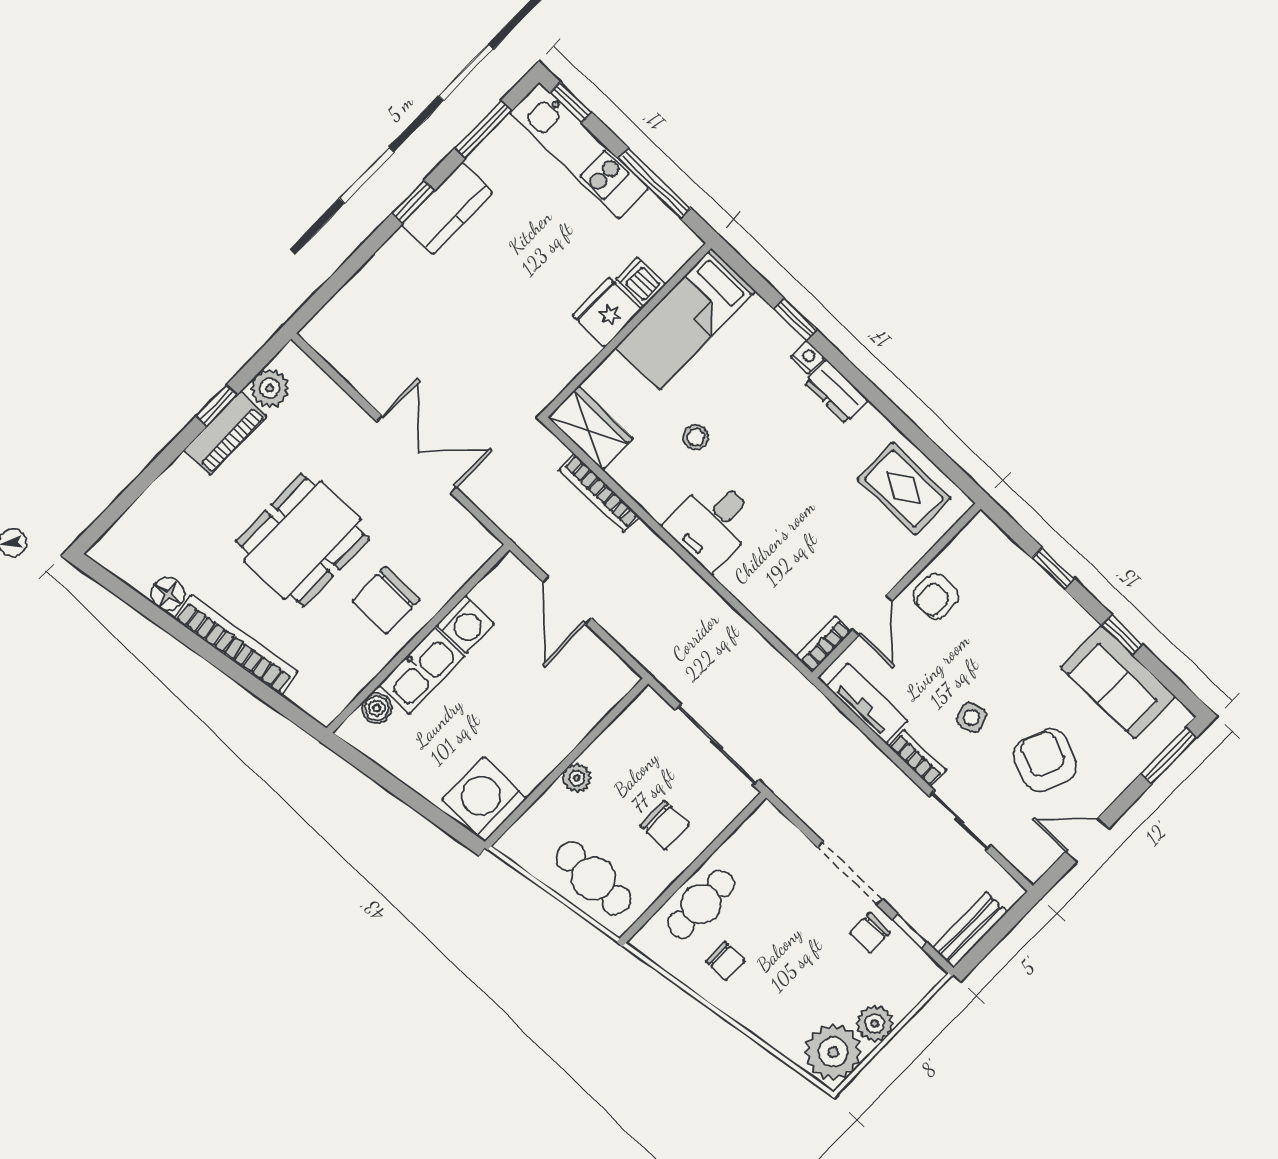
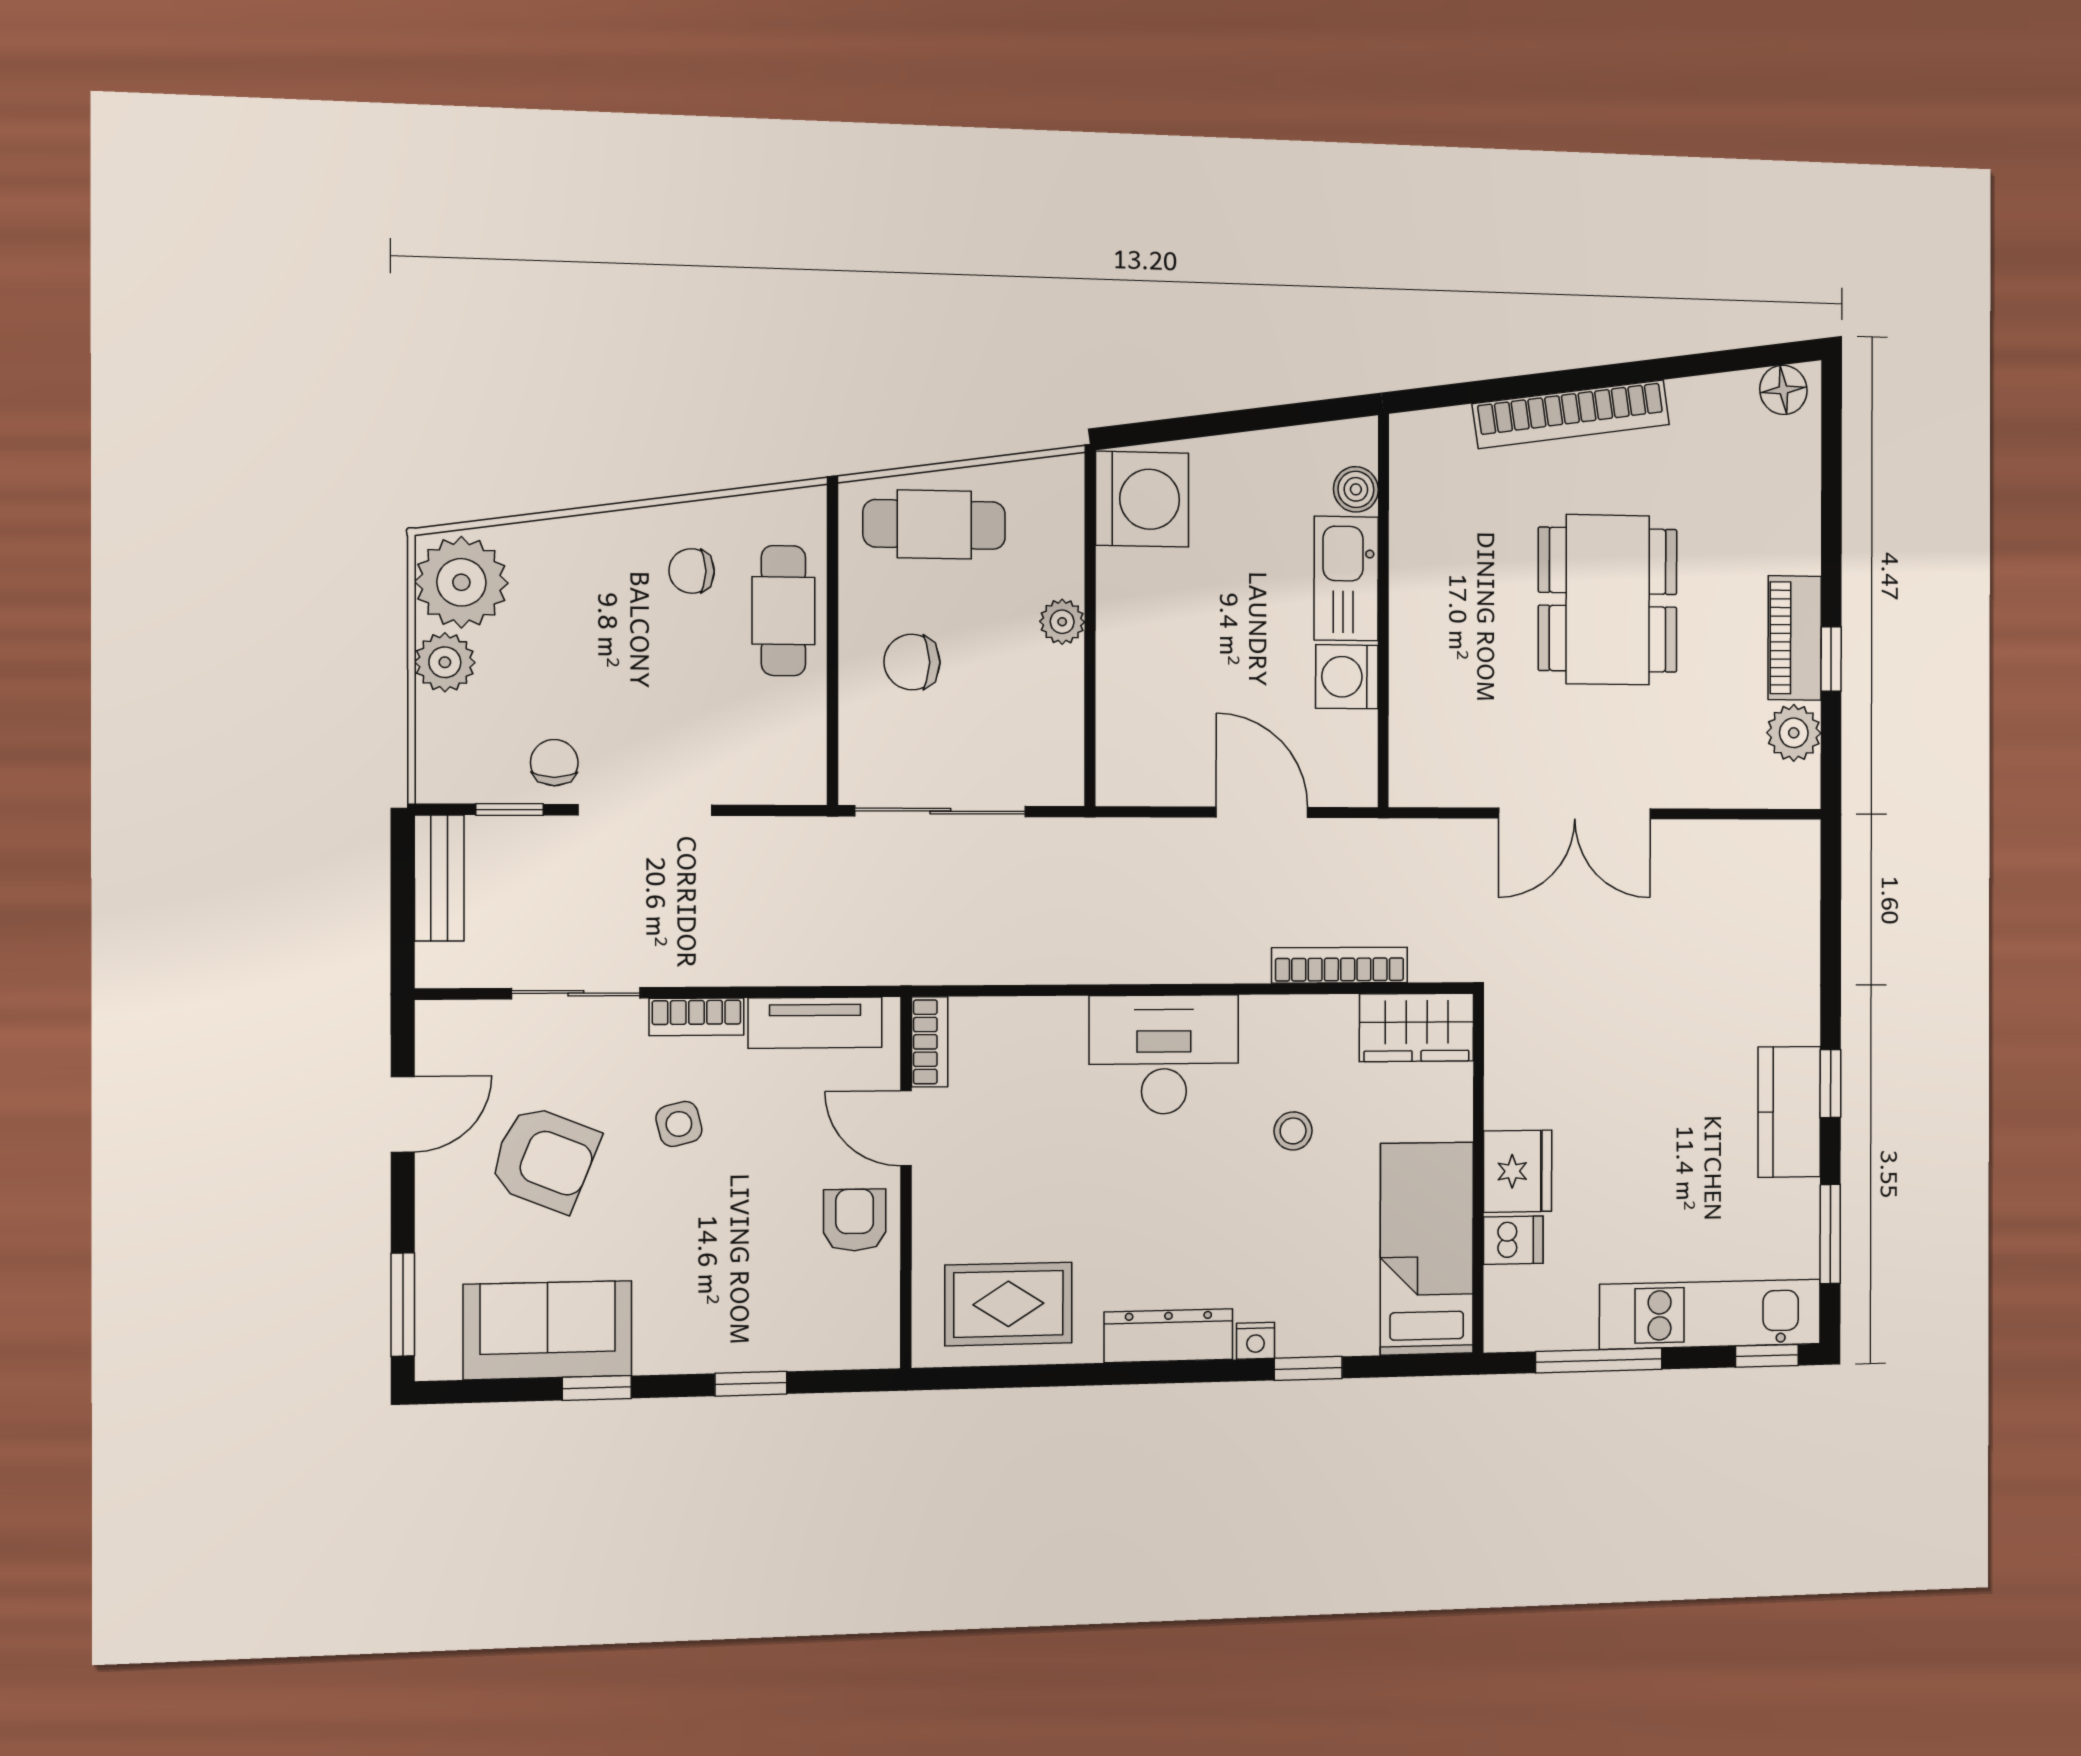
dresser: (836, 391) -> (1168, 1336), width x1.44
desk: (712, 523) -> (1164, 1054), width x1.37
floor lamp: (168, 594) -> (1783, 390), moved
chair: (386, 600) -> (1458, 620), removed

